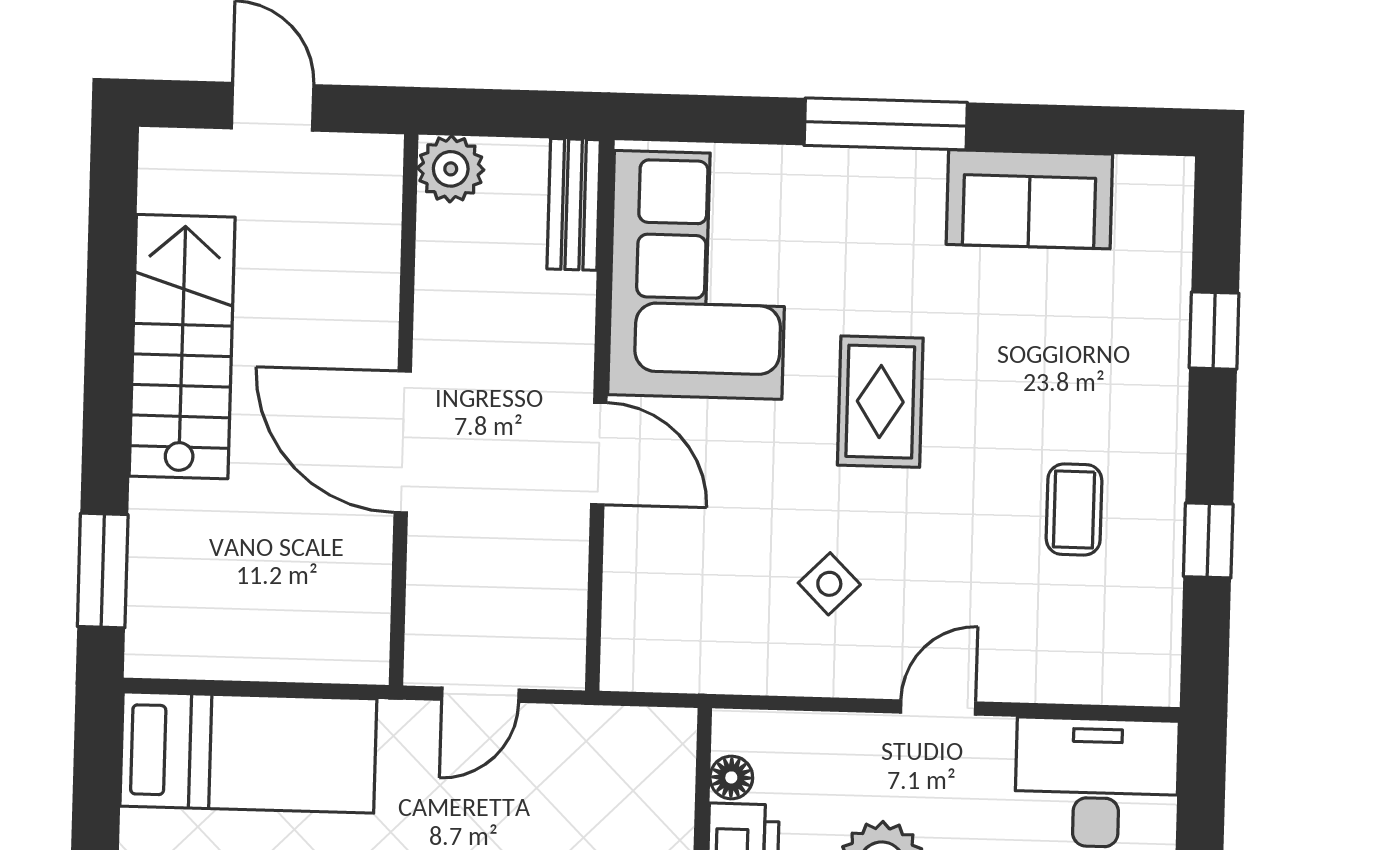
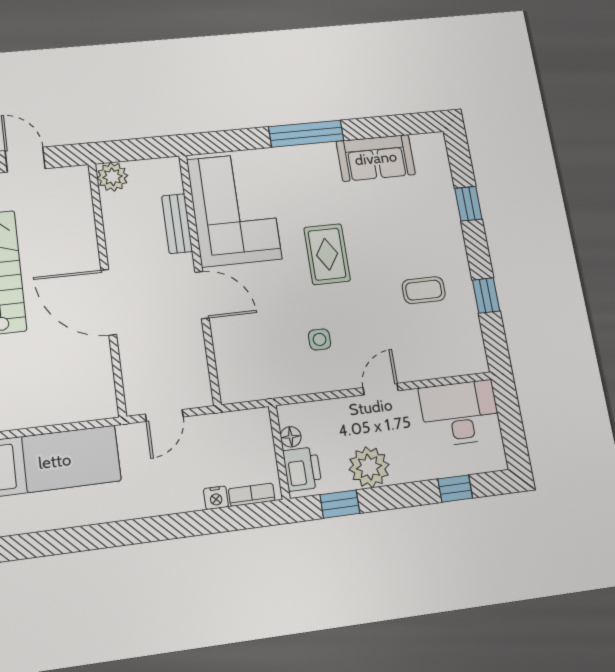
bench: (574, 204) -> (177, 224), moved
coffee table: (1074, 510) -> (424, 290), turned 90
side table: (829, 584) -> (320, 339), turned 45

